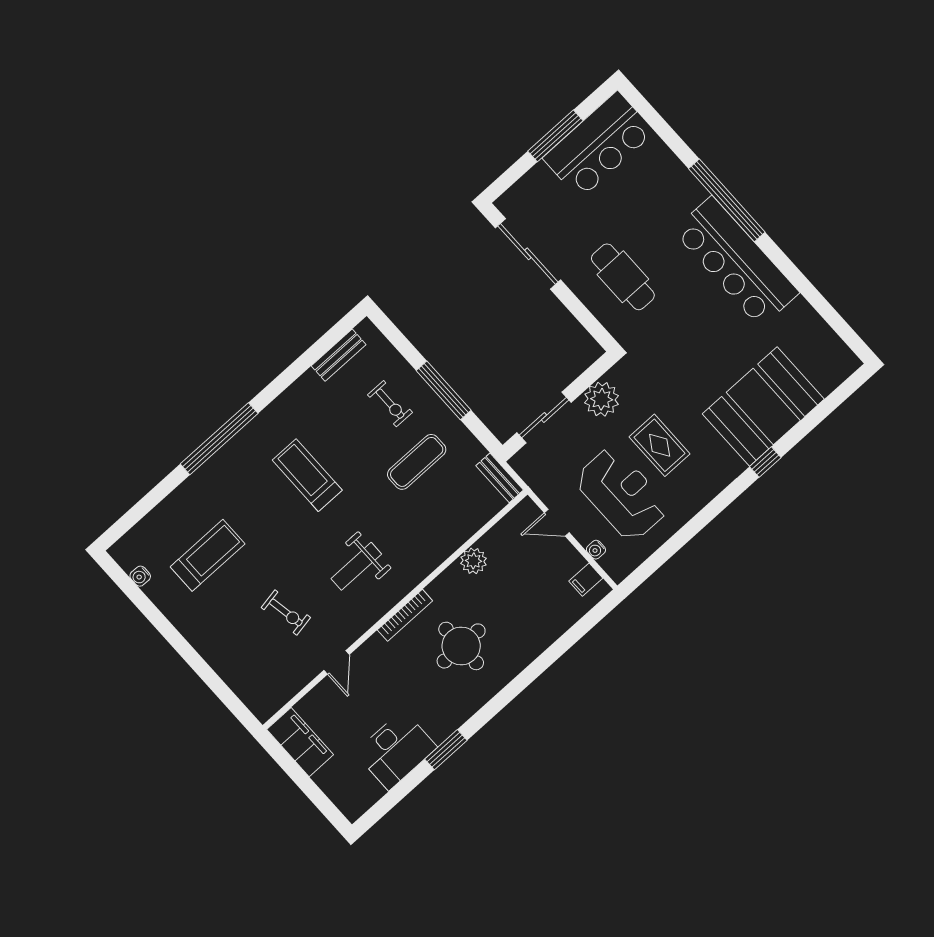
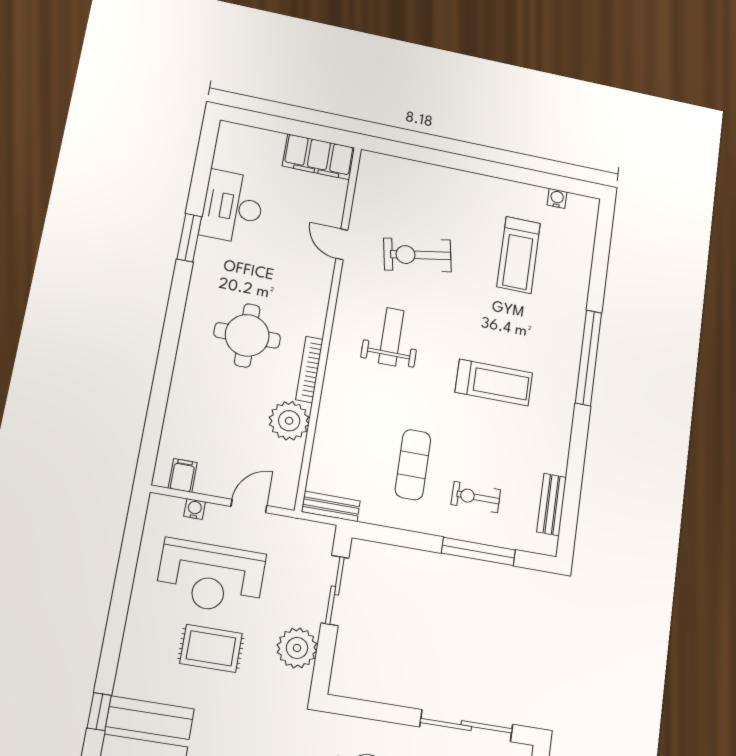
window: (444, 390) -> (478, 551), moved
plant: (474, 561) -> (289, 421), width x1.36, depth x1.36
exercise bike: (286, 612) -> (417, 255), width x1.38, depth x1.39
bookcase: (405, 615) -> (309, 369), moved

